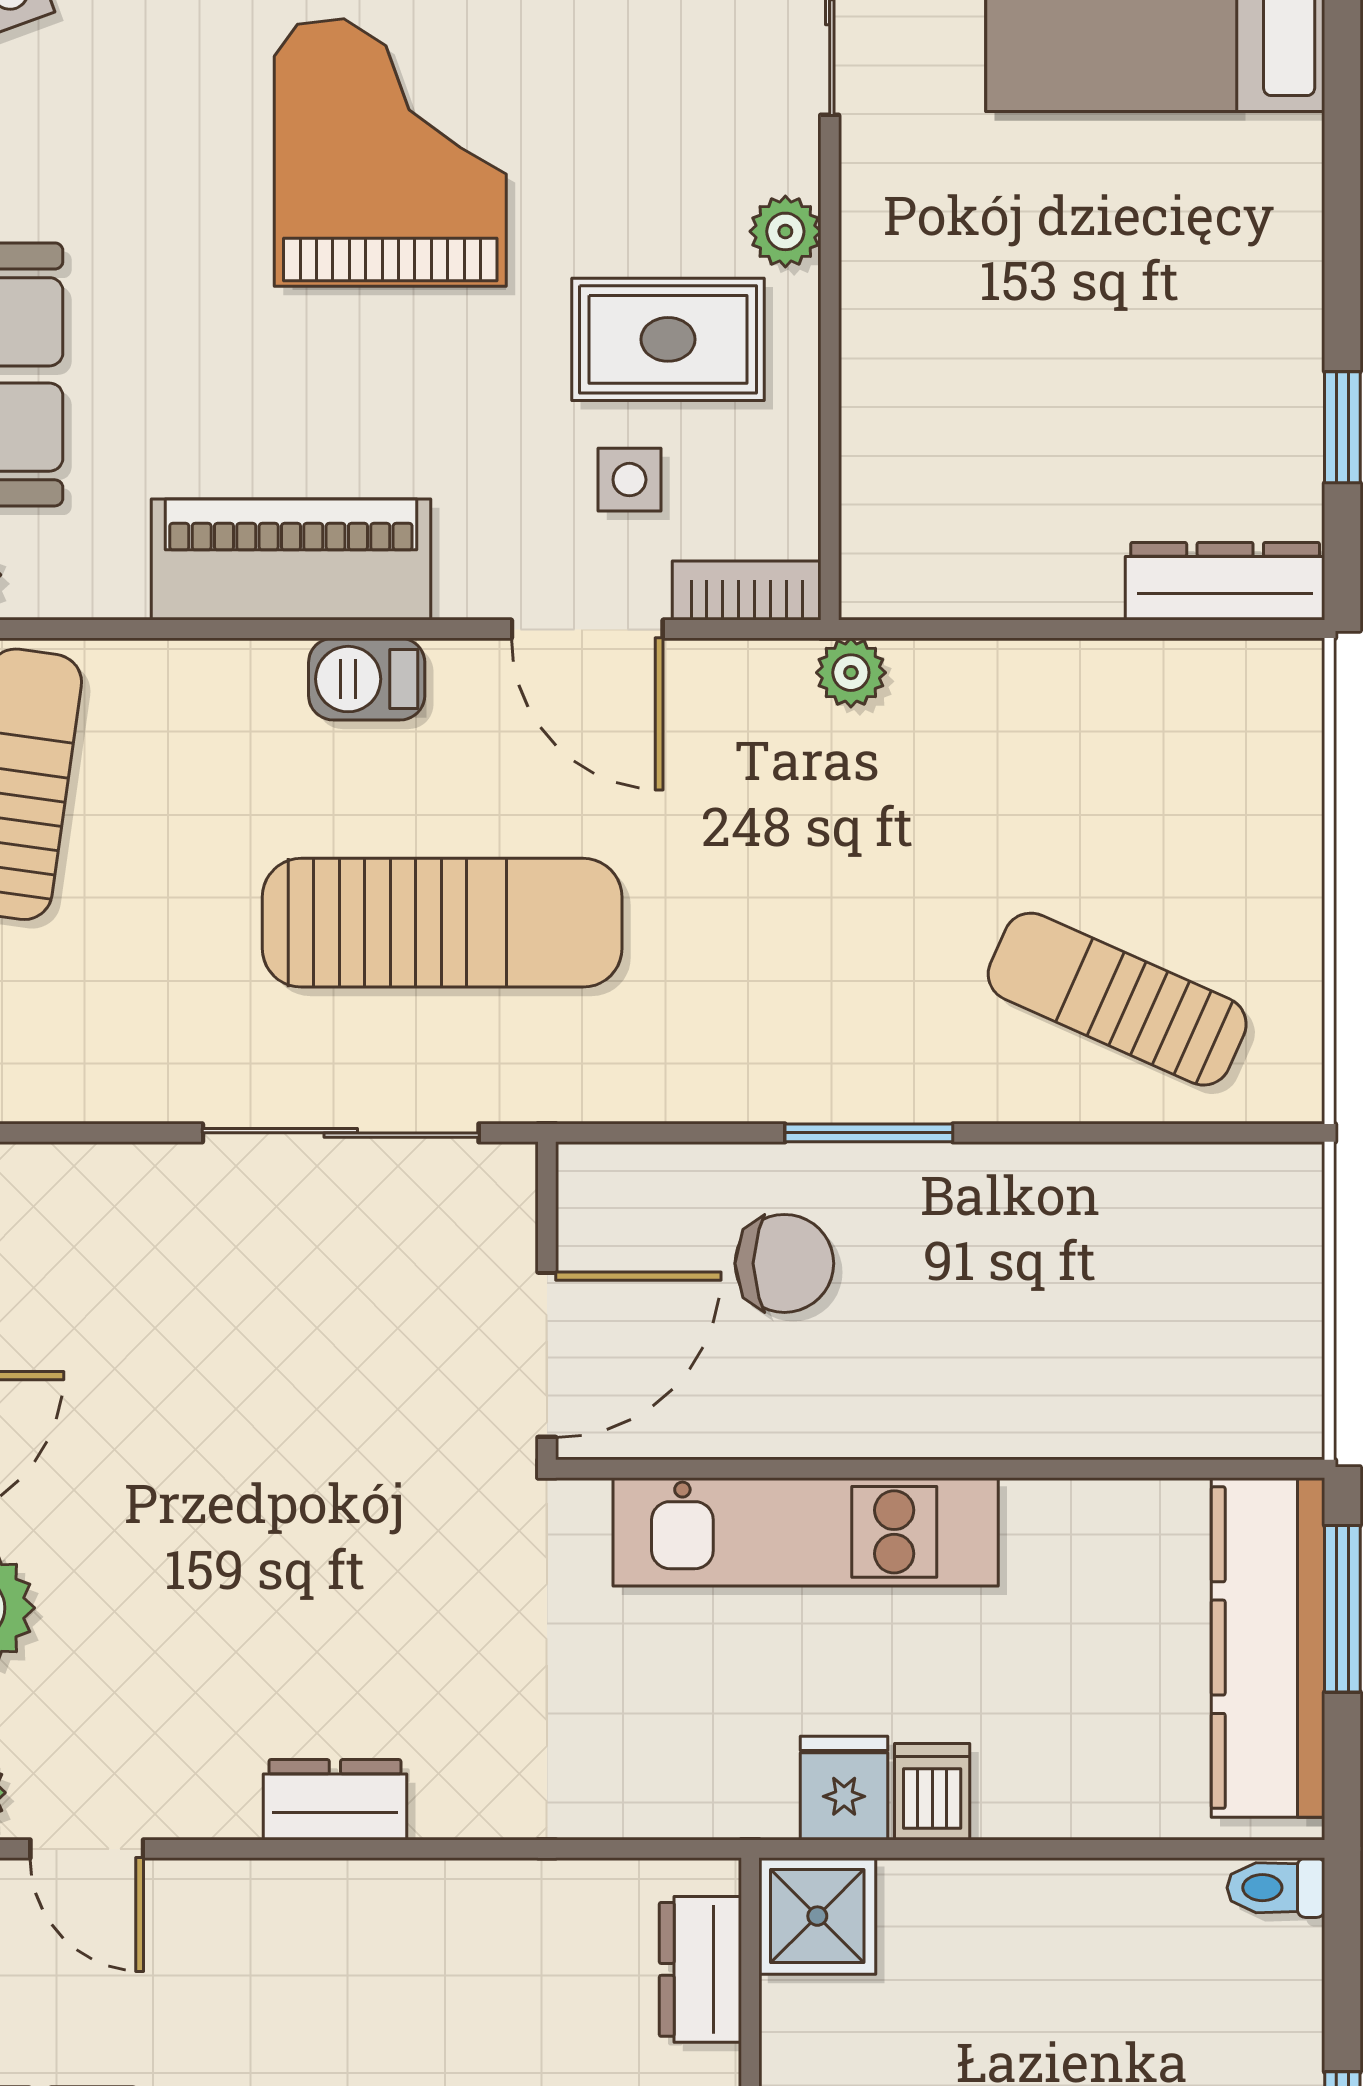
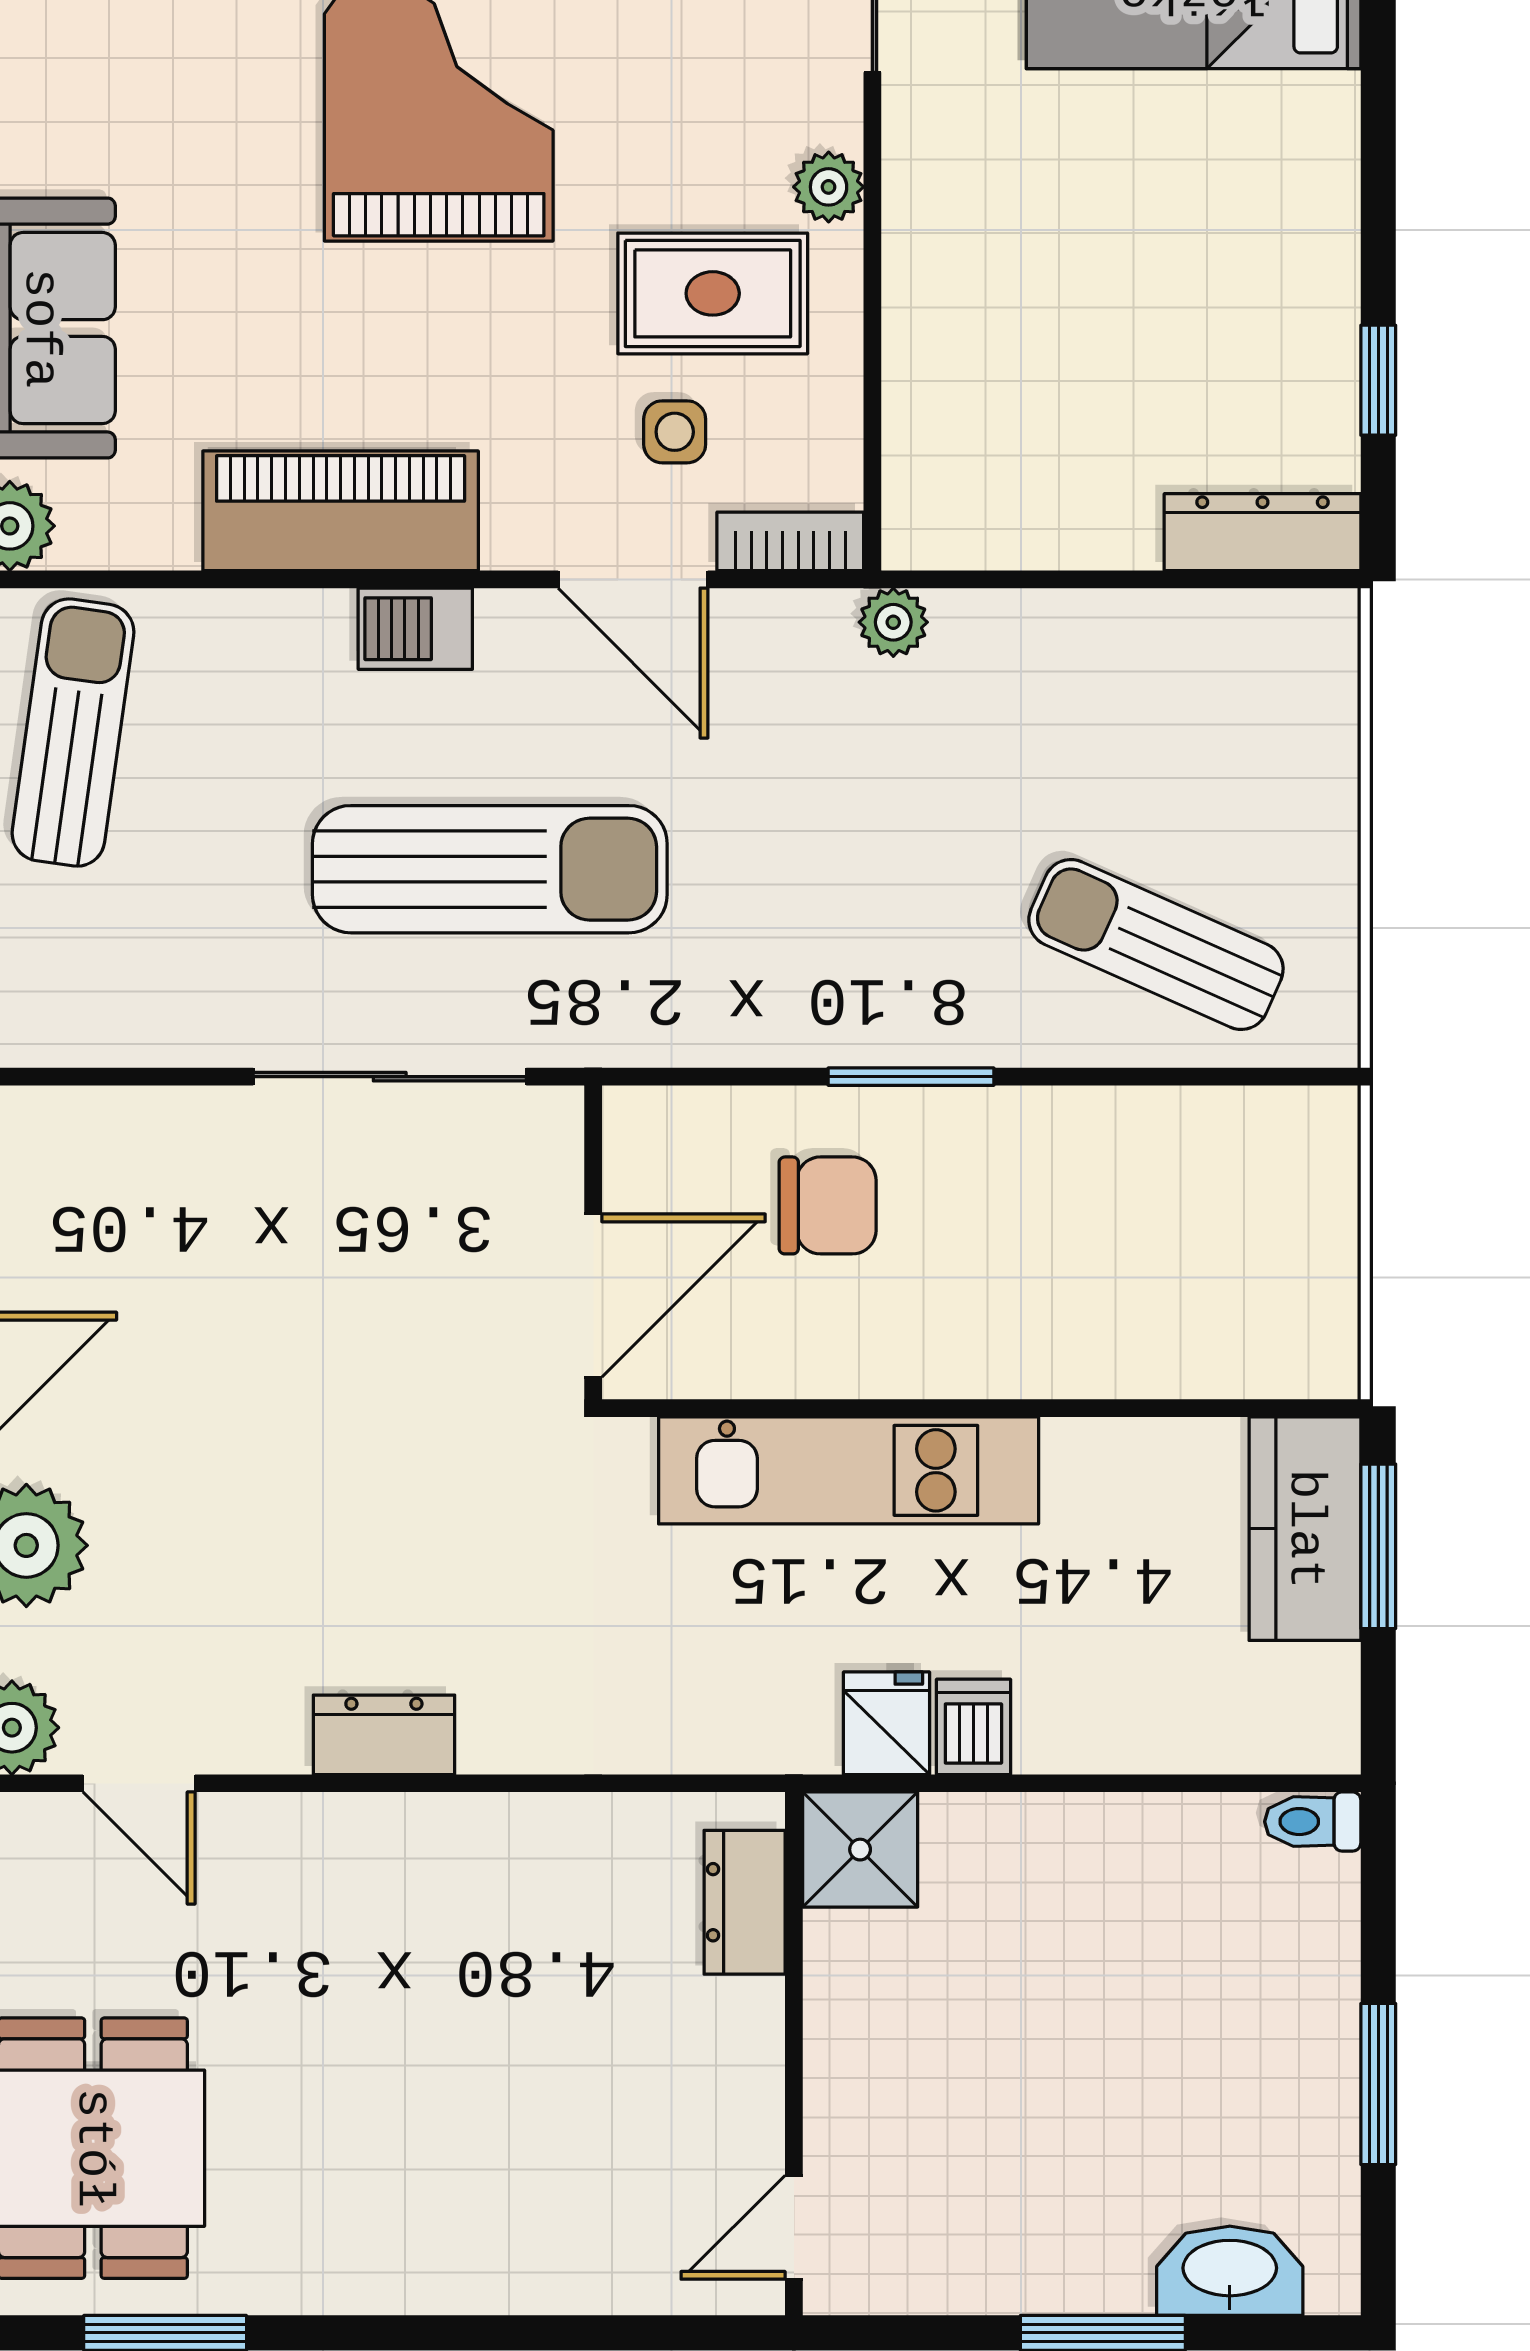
kitchen counter: (1268, 1648) -> (1305, 1529), width x0.67

